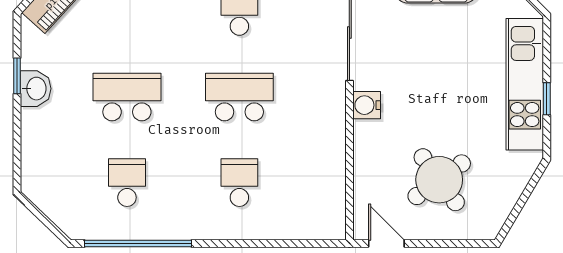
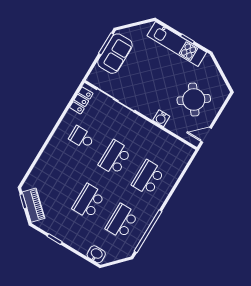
washbasin: (36, 89) -> (96, 254), moved
water cooler: (367, 105) -> (161, 118), moved
school desk: (127, 183) -> (122, 221), width x1.85
school desk: (239, 183) -> (148, 178), width x1.85

